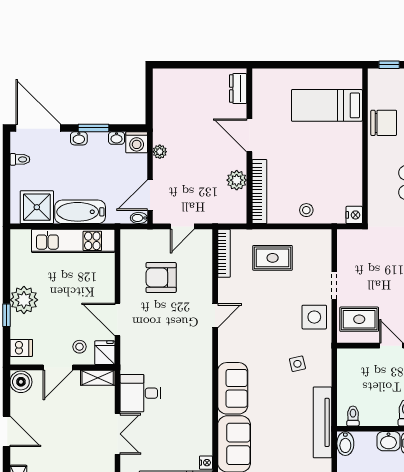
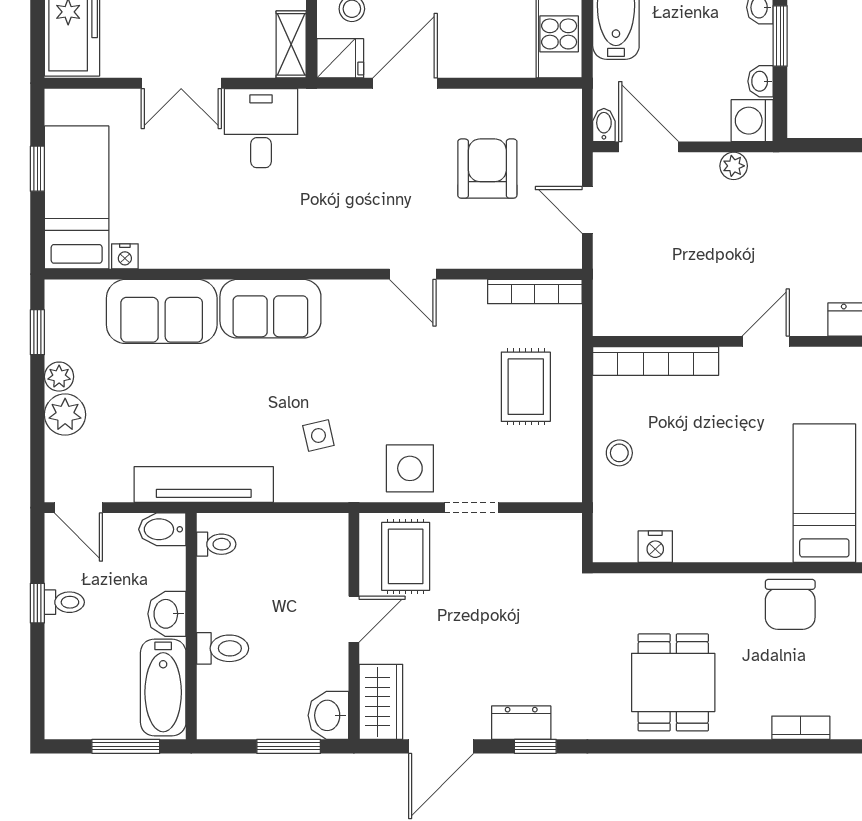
door: (249, 135) -> (766, 341), width x0.73
plant: (237, 180) -> (678, 316), removed
nightstand: (354, 215) -> (655, 547), moved

